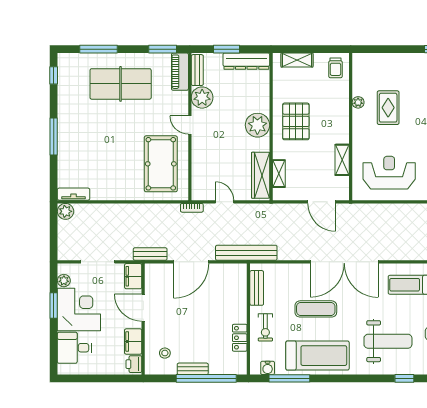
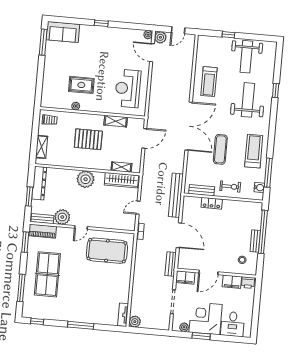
pallet: (296, 121) -> (88, 139), moved
locker: (240, 338) -> (212, 203), moved
treadmill: (318, 356) -> (254, 151), width x0.73, depth x0.73

